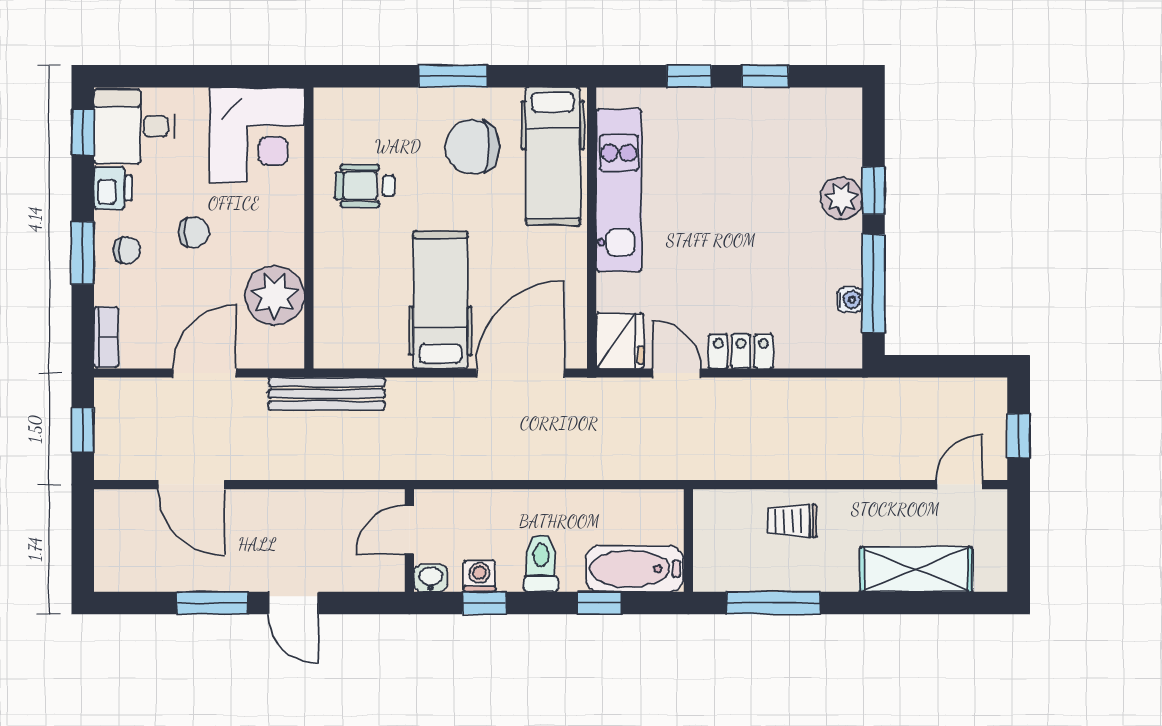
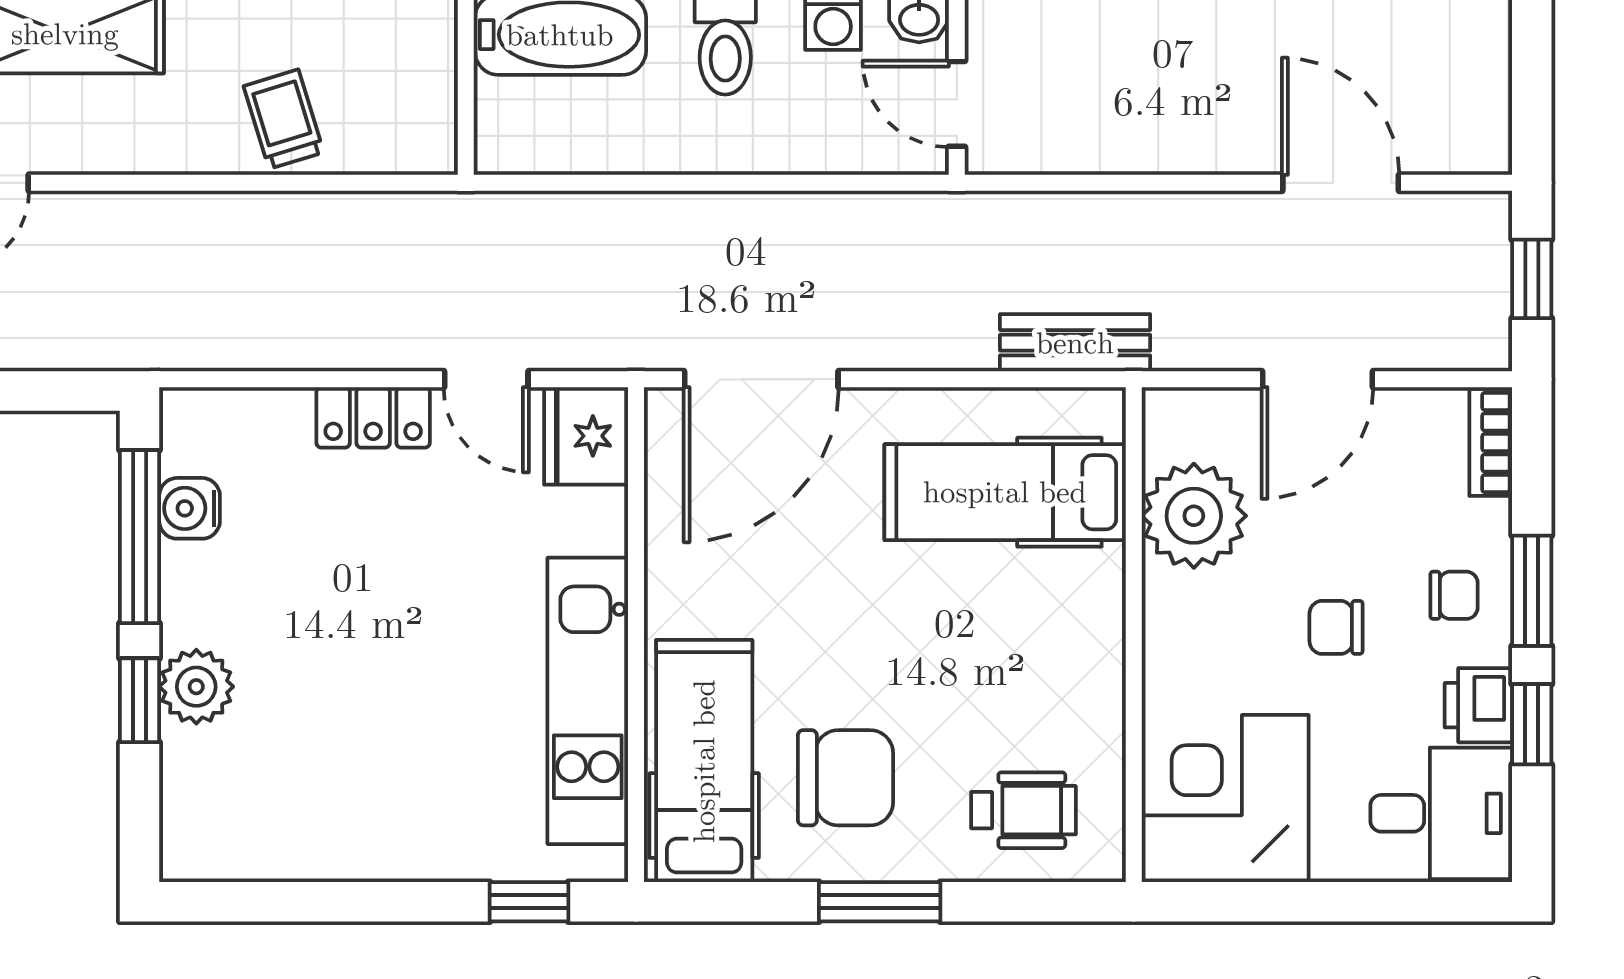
window: (689, 76) -> (529, 902), moved
window: (765, 76) -> (330, 902), removed
window: (83, 132) -> (1532, 724), moved
wheelchair: (365, 186) -> (1023, 810), moved
chair: (127, 250) -> (1454, 595), turned 180
hospital bed: (441, 300) -> (1005, 492), moved, turned 90
water cooler: (850, 300) -> (190, 508), width x1.38, depth x1.38
bench: (327, 394) -> (1075, 343), width x0.73
trolley: (792, 521) -> (284, 119), turned -107
door: (409, 529) -> (957, 104), swing flipped

